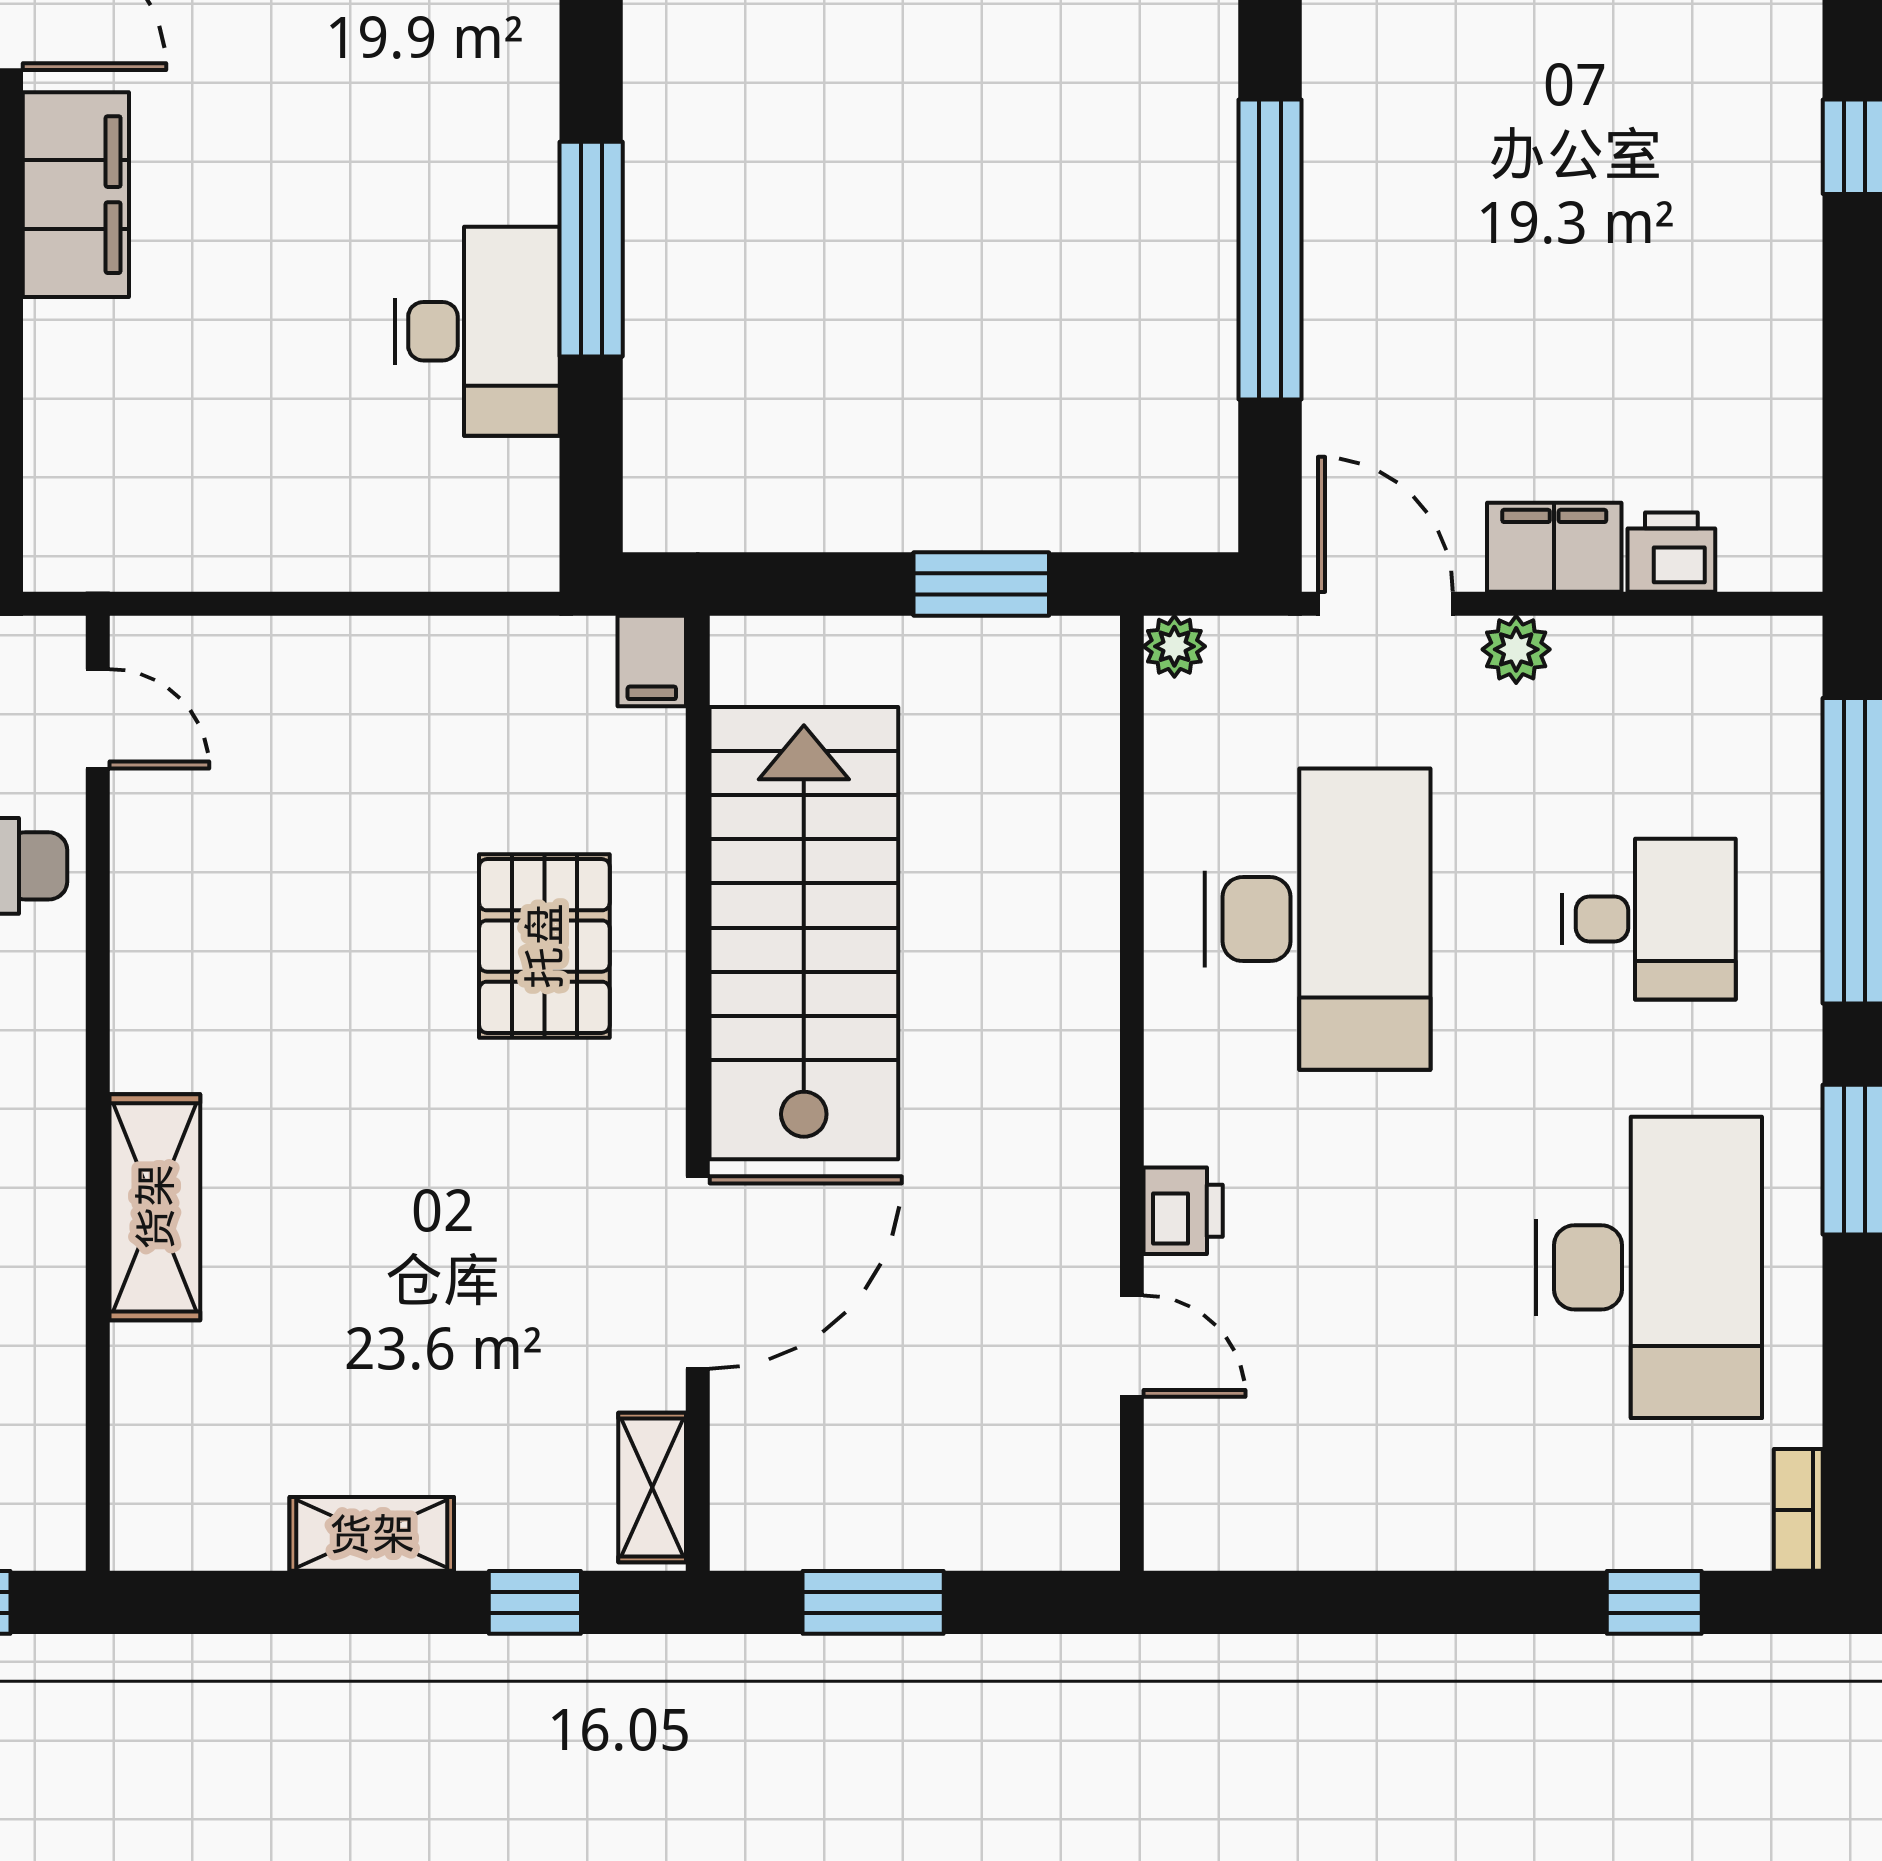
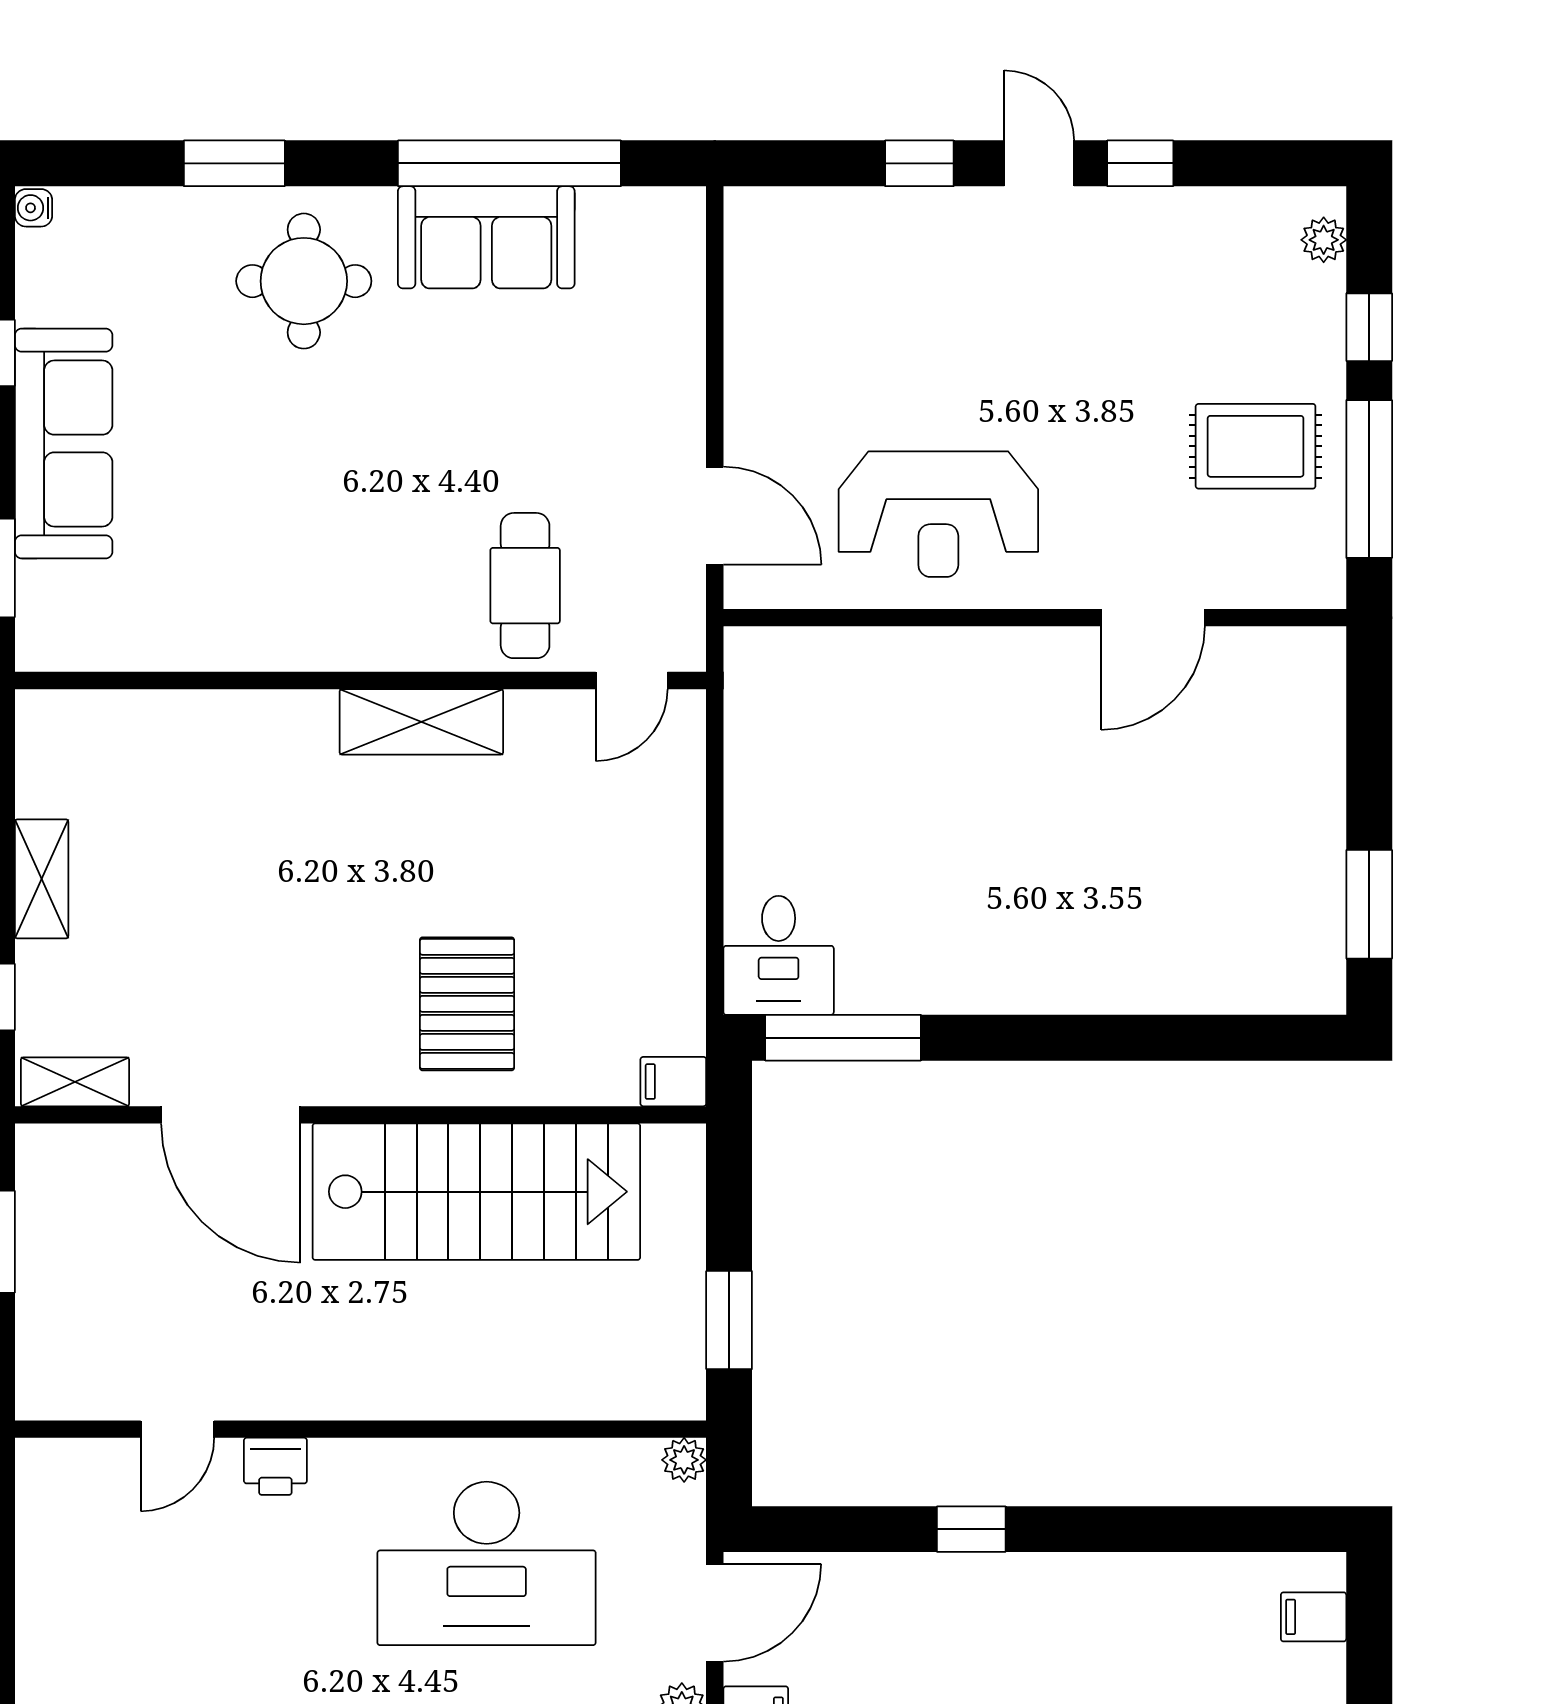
filing cabinet: (76, 195) -> (1011, 665), removed
window: (591, 249) -> (843, 1038), moved
window: (1270, 250) -> (971, 1529), width x0.32
desk: (477, 331) -> (779, 955), moved, width x0.73
pallet: (544, 946) -> (467, 1004), turned 90
shelving: (155, 1207) -> (421, 722), moved

